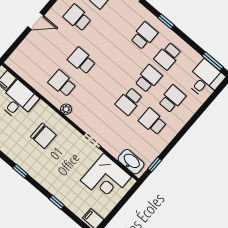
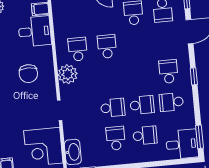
school desk: (144, 36) -> (168, 72), turned -90
school desk: (129, 101) -> (113, 108), turned 180
plant: (66, 109) -> (68, 74), width x1.87, depth x1.87

